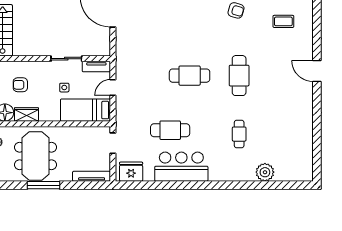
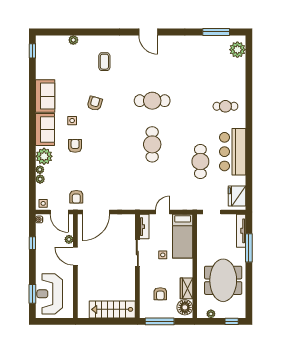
door: (317, 71) -> (148, 32), hinge flipped
door: (113, 87) -> (163, 212), swing flipped
cafe table: (239, 134) -> (225, 106), moved
window: (317, 148) -> (216, 32), added
meeting table: (36, 156) -> (223, 280), turned 90
plant: (265, 172) -> (237, 50), moved
window: (44, 185) -> (249, 248), moved

